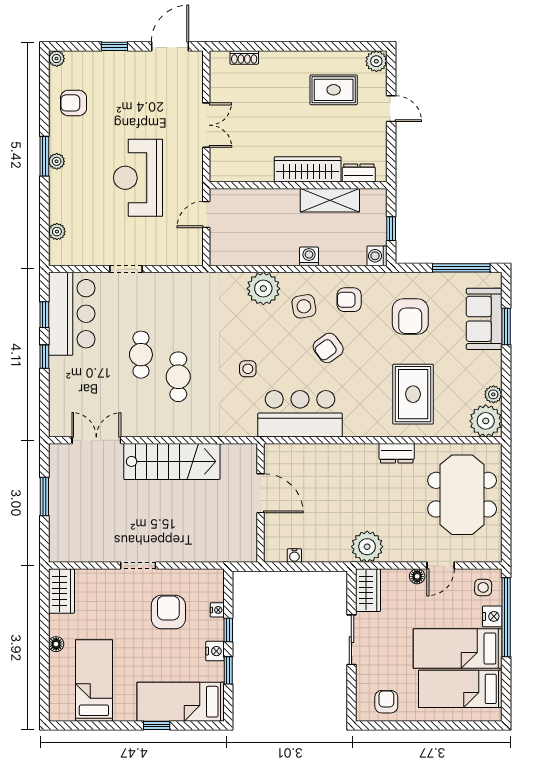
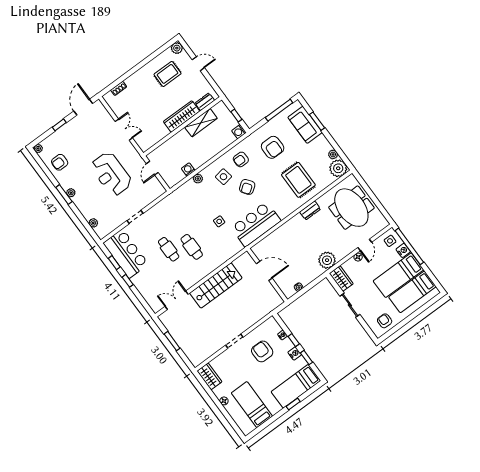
washing machine: (309, 256) -> (188, 169), moved
plant: (263, 289) -> (198, 179), width x0.53, depth x0.53

